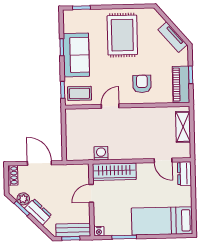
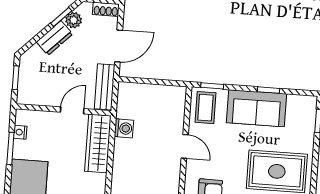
door: (91, 193) -> (72, 110), hinge flipped
bench: (73, 230) -> (105, 87), moved
nightstand: (99, 231) -> (20, 132), moved

